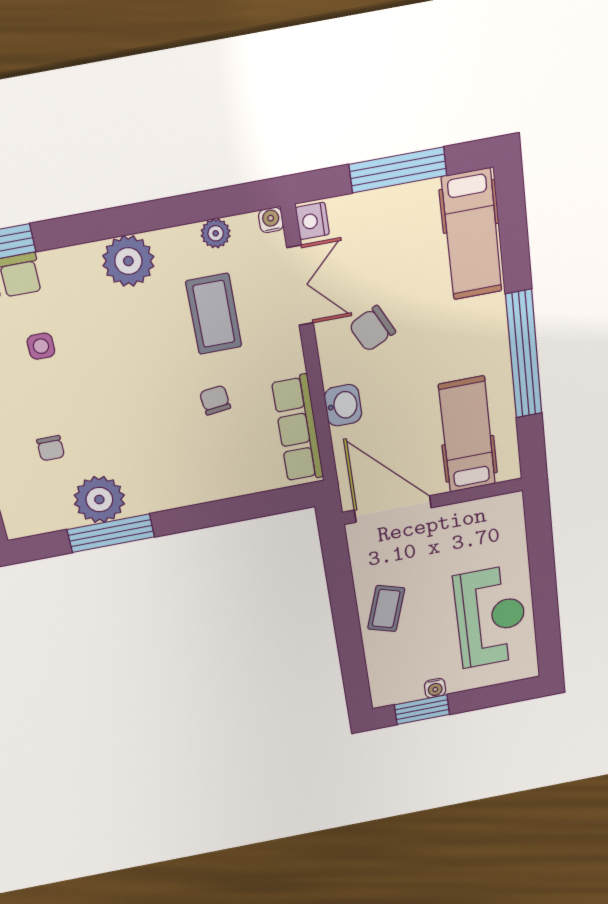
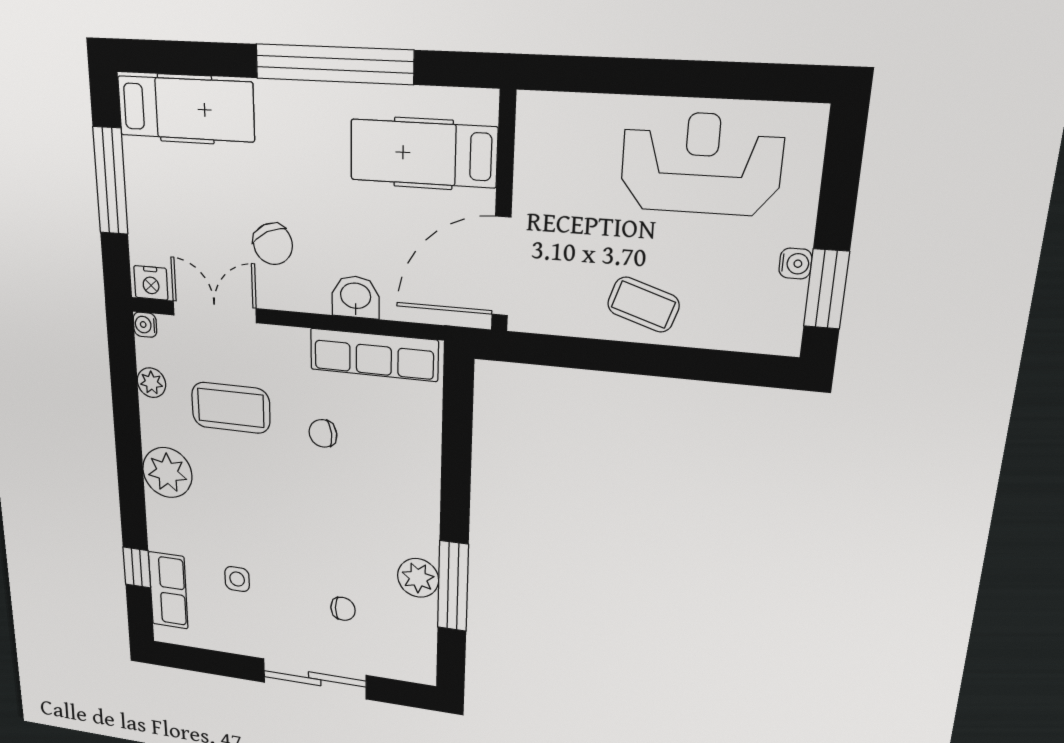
plant: (99, 500) -> (418, 578), width x0.73, depth x0.73

